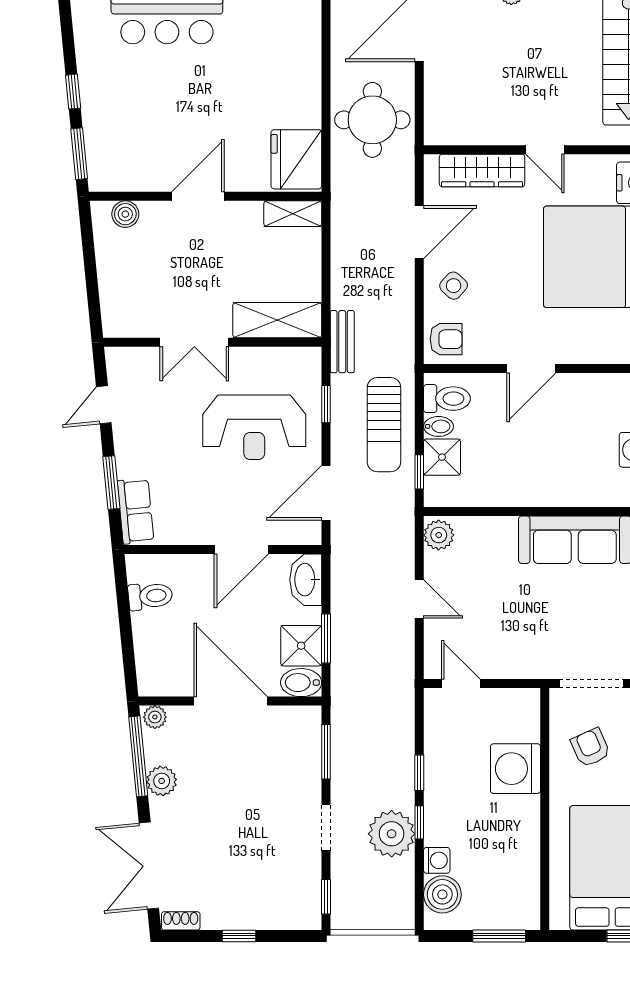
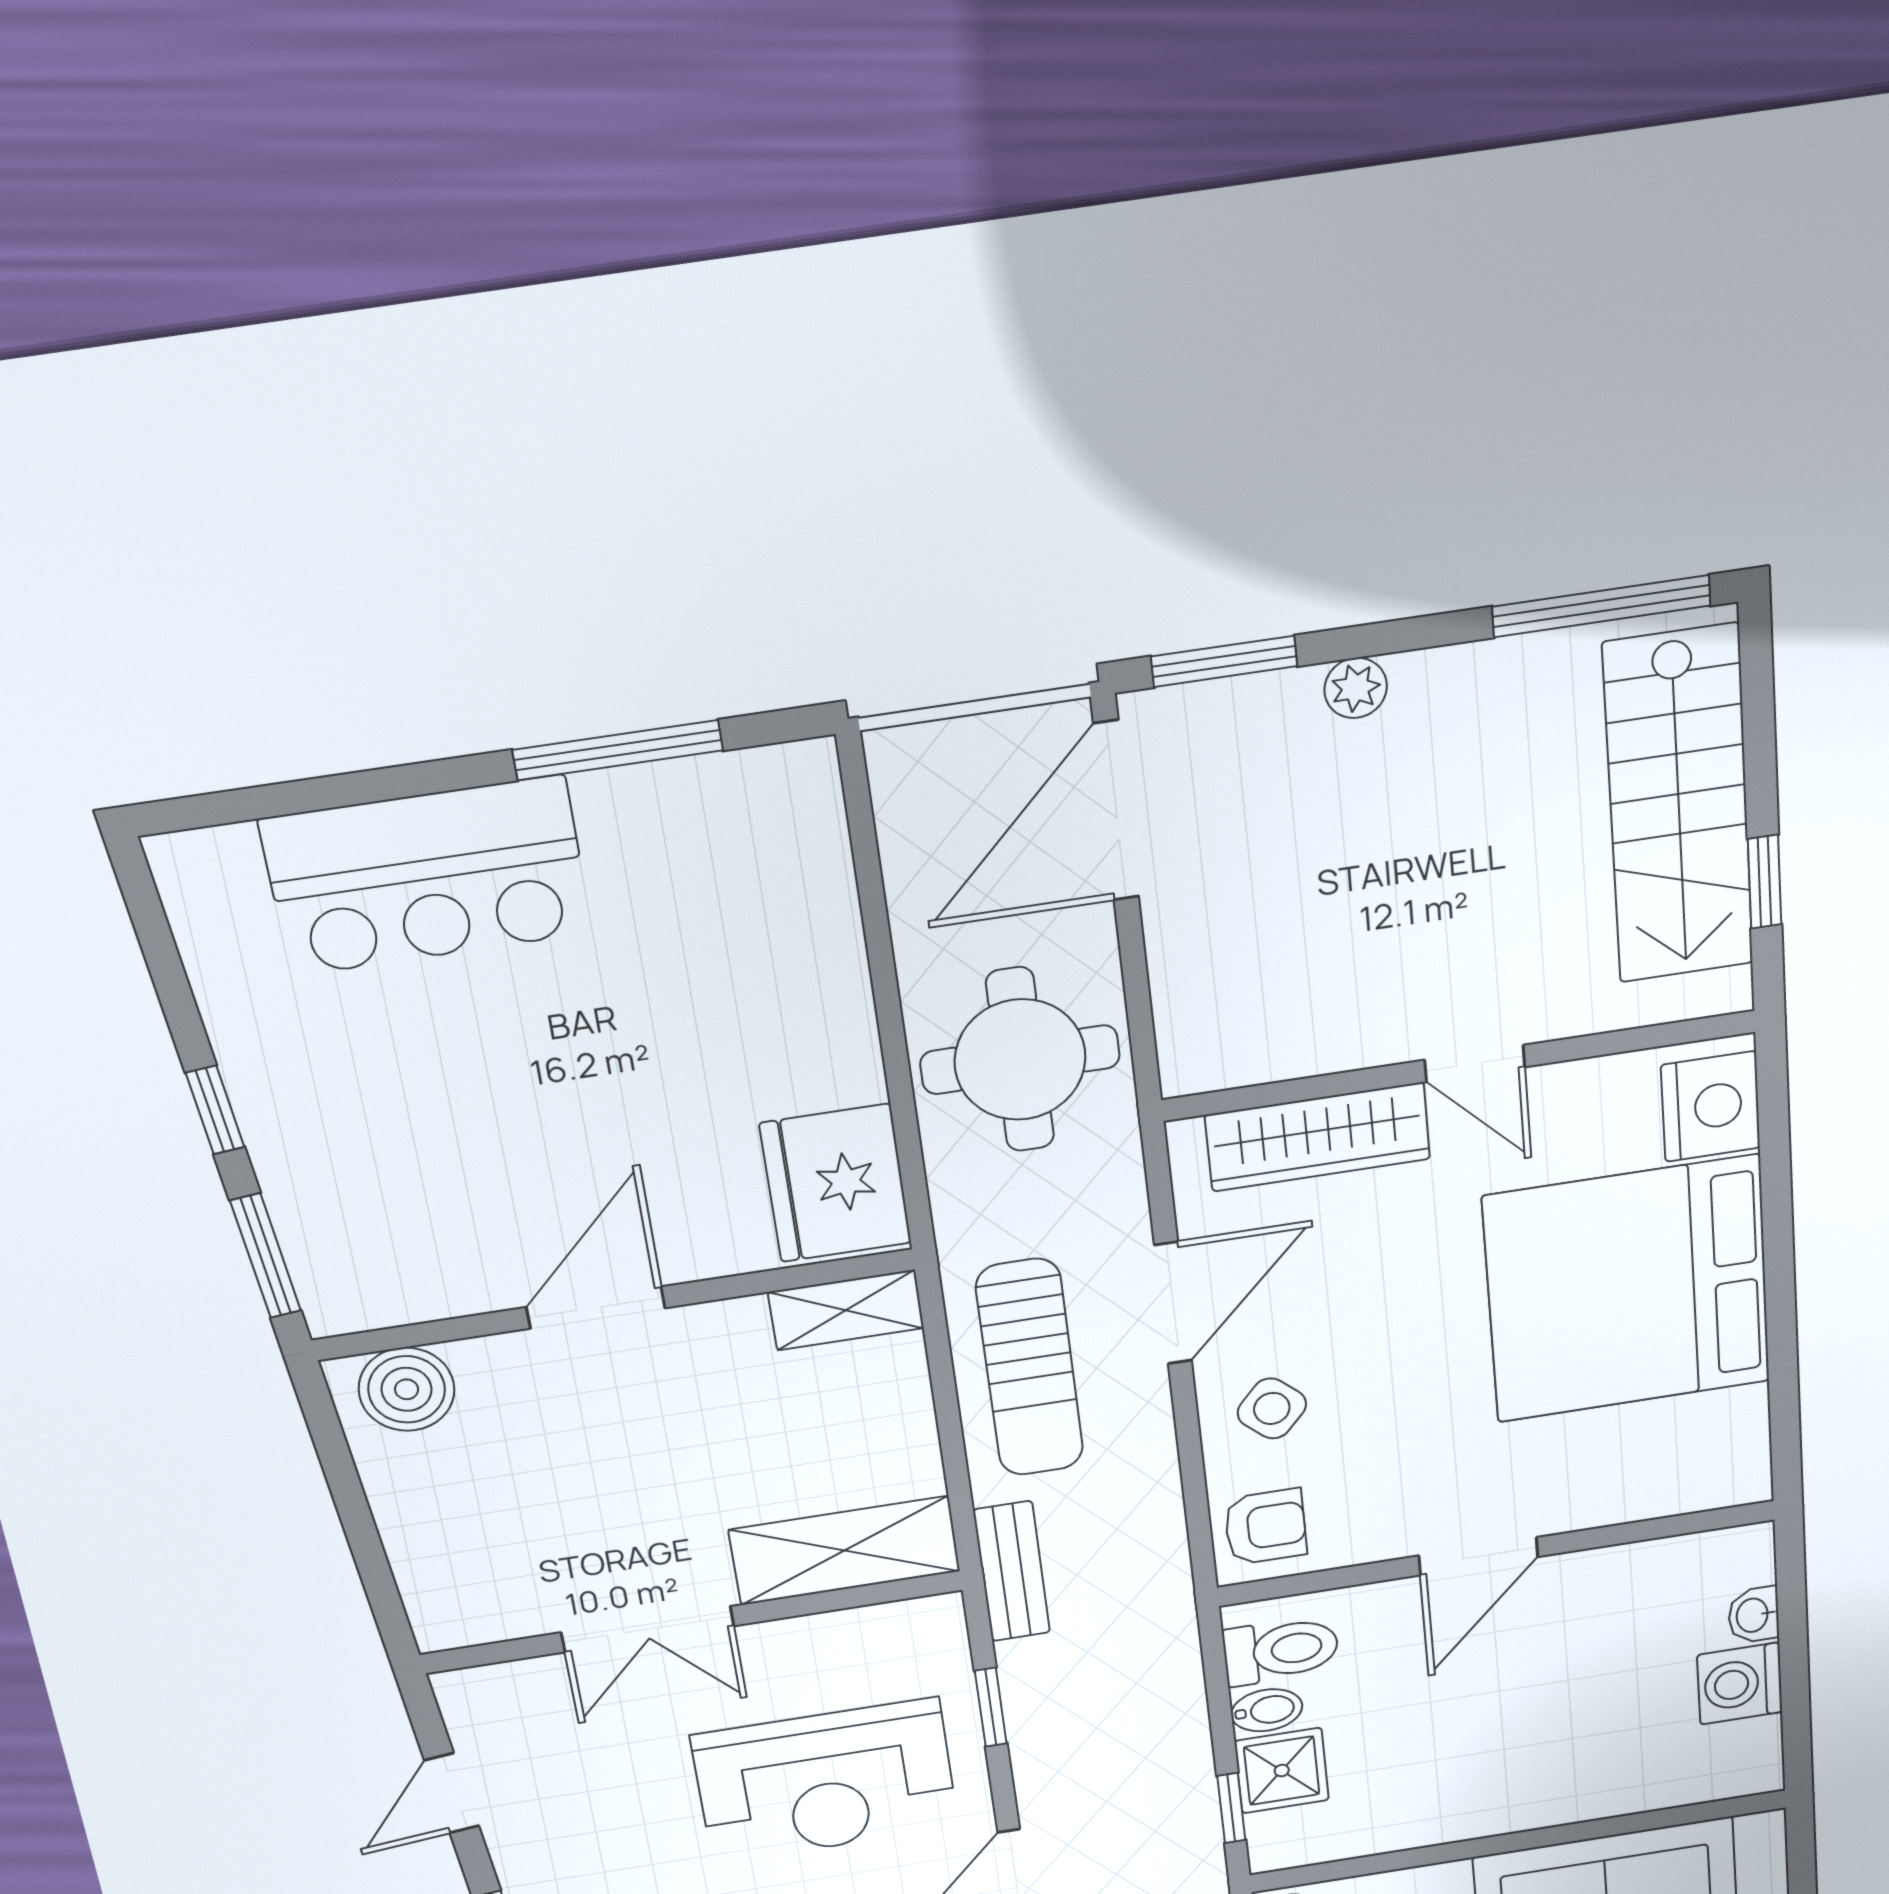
boiler: (125, 214) -> (407, 1389), width x1.36, depth x1.36
sun lounger: (384, 425) -> (1030, 1368), moved

